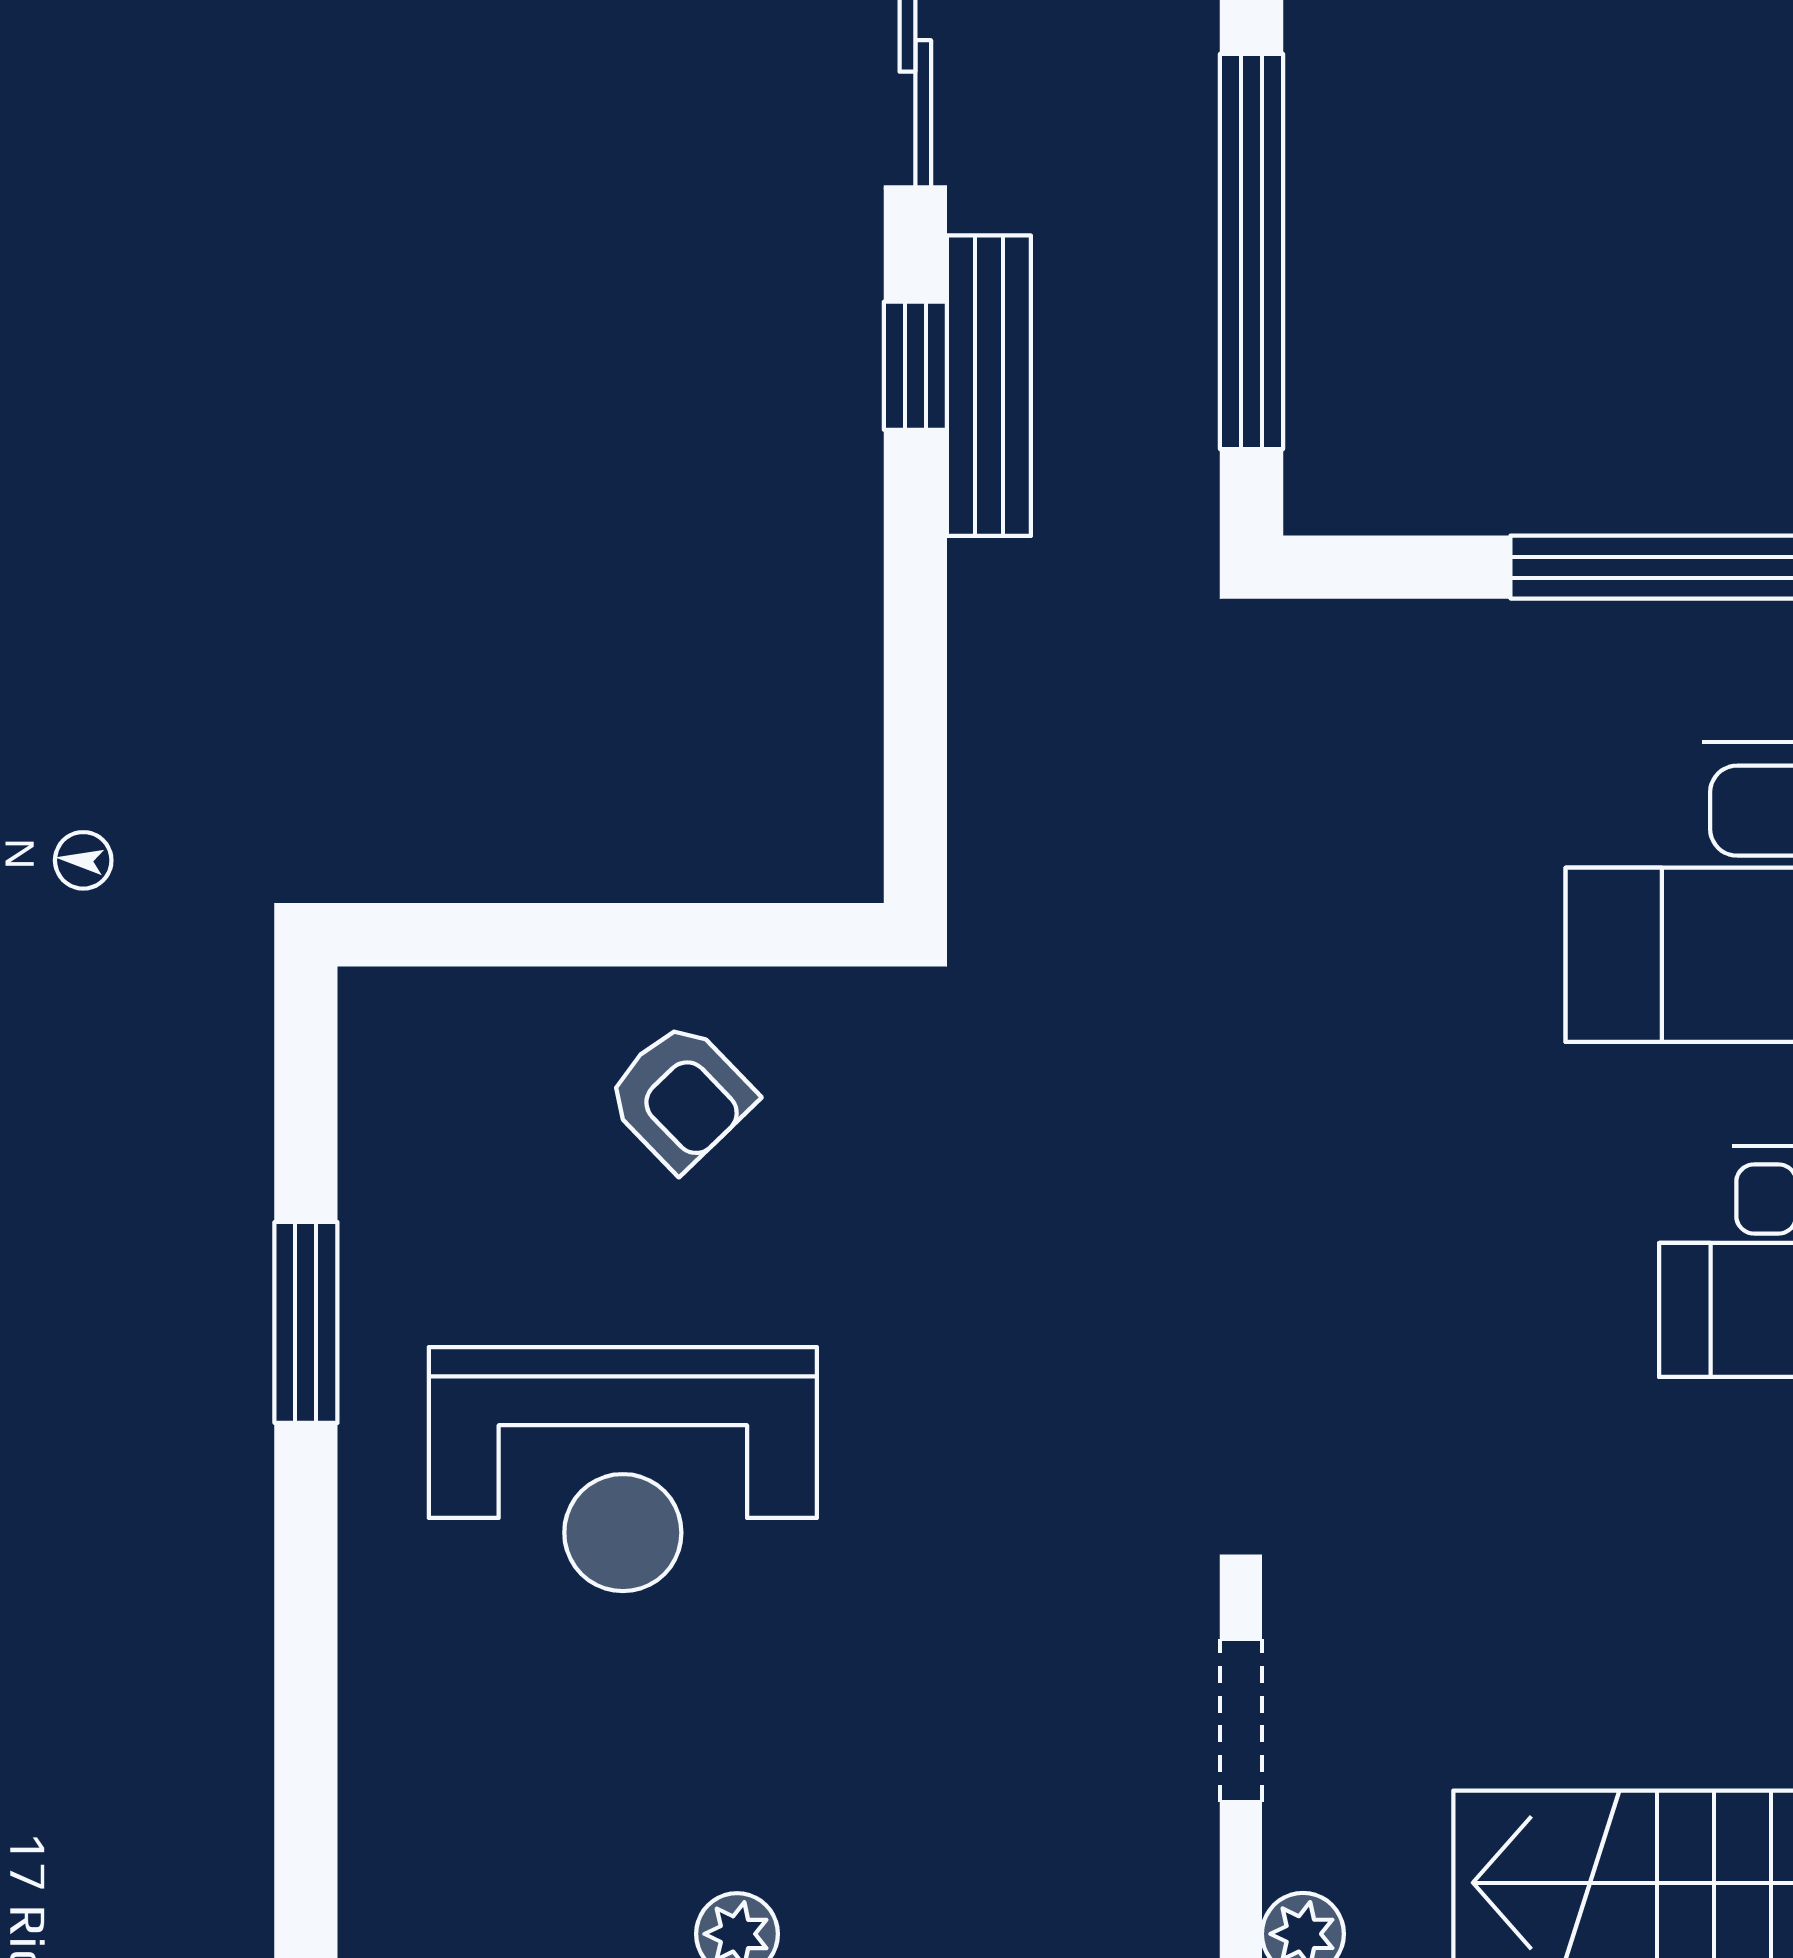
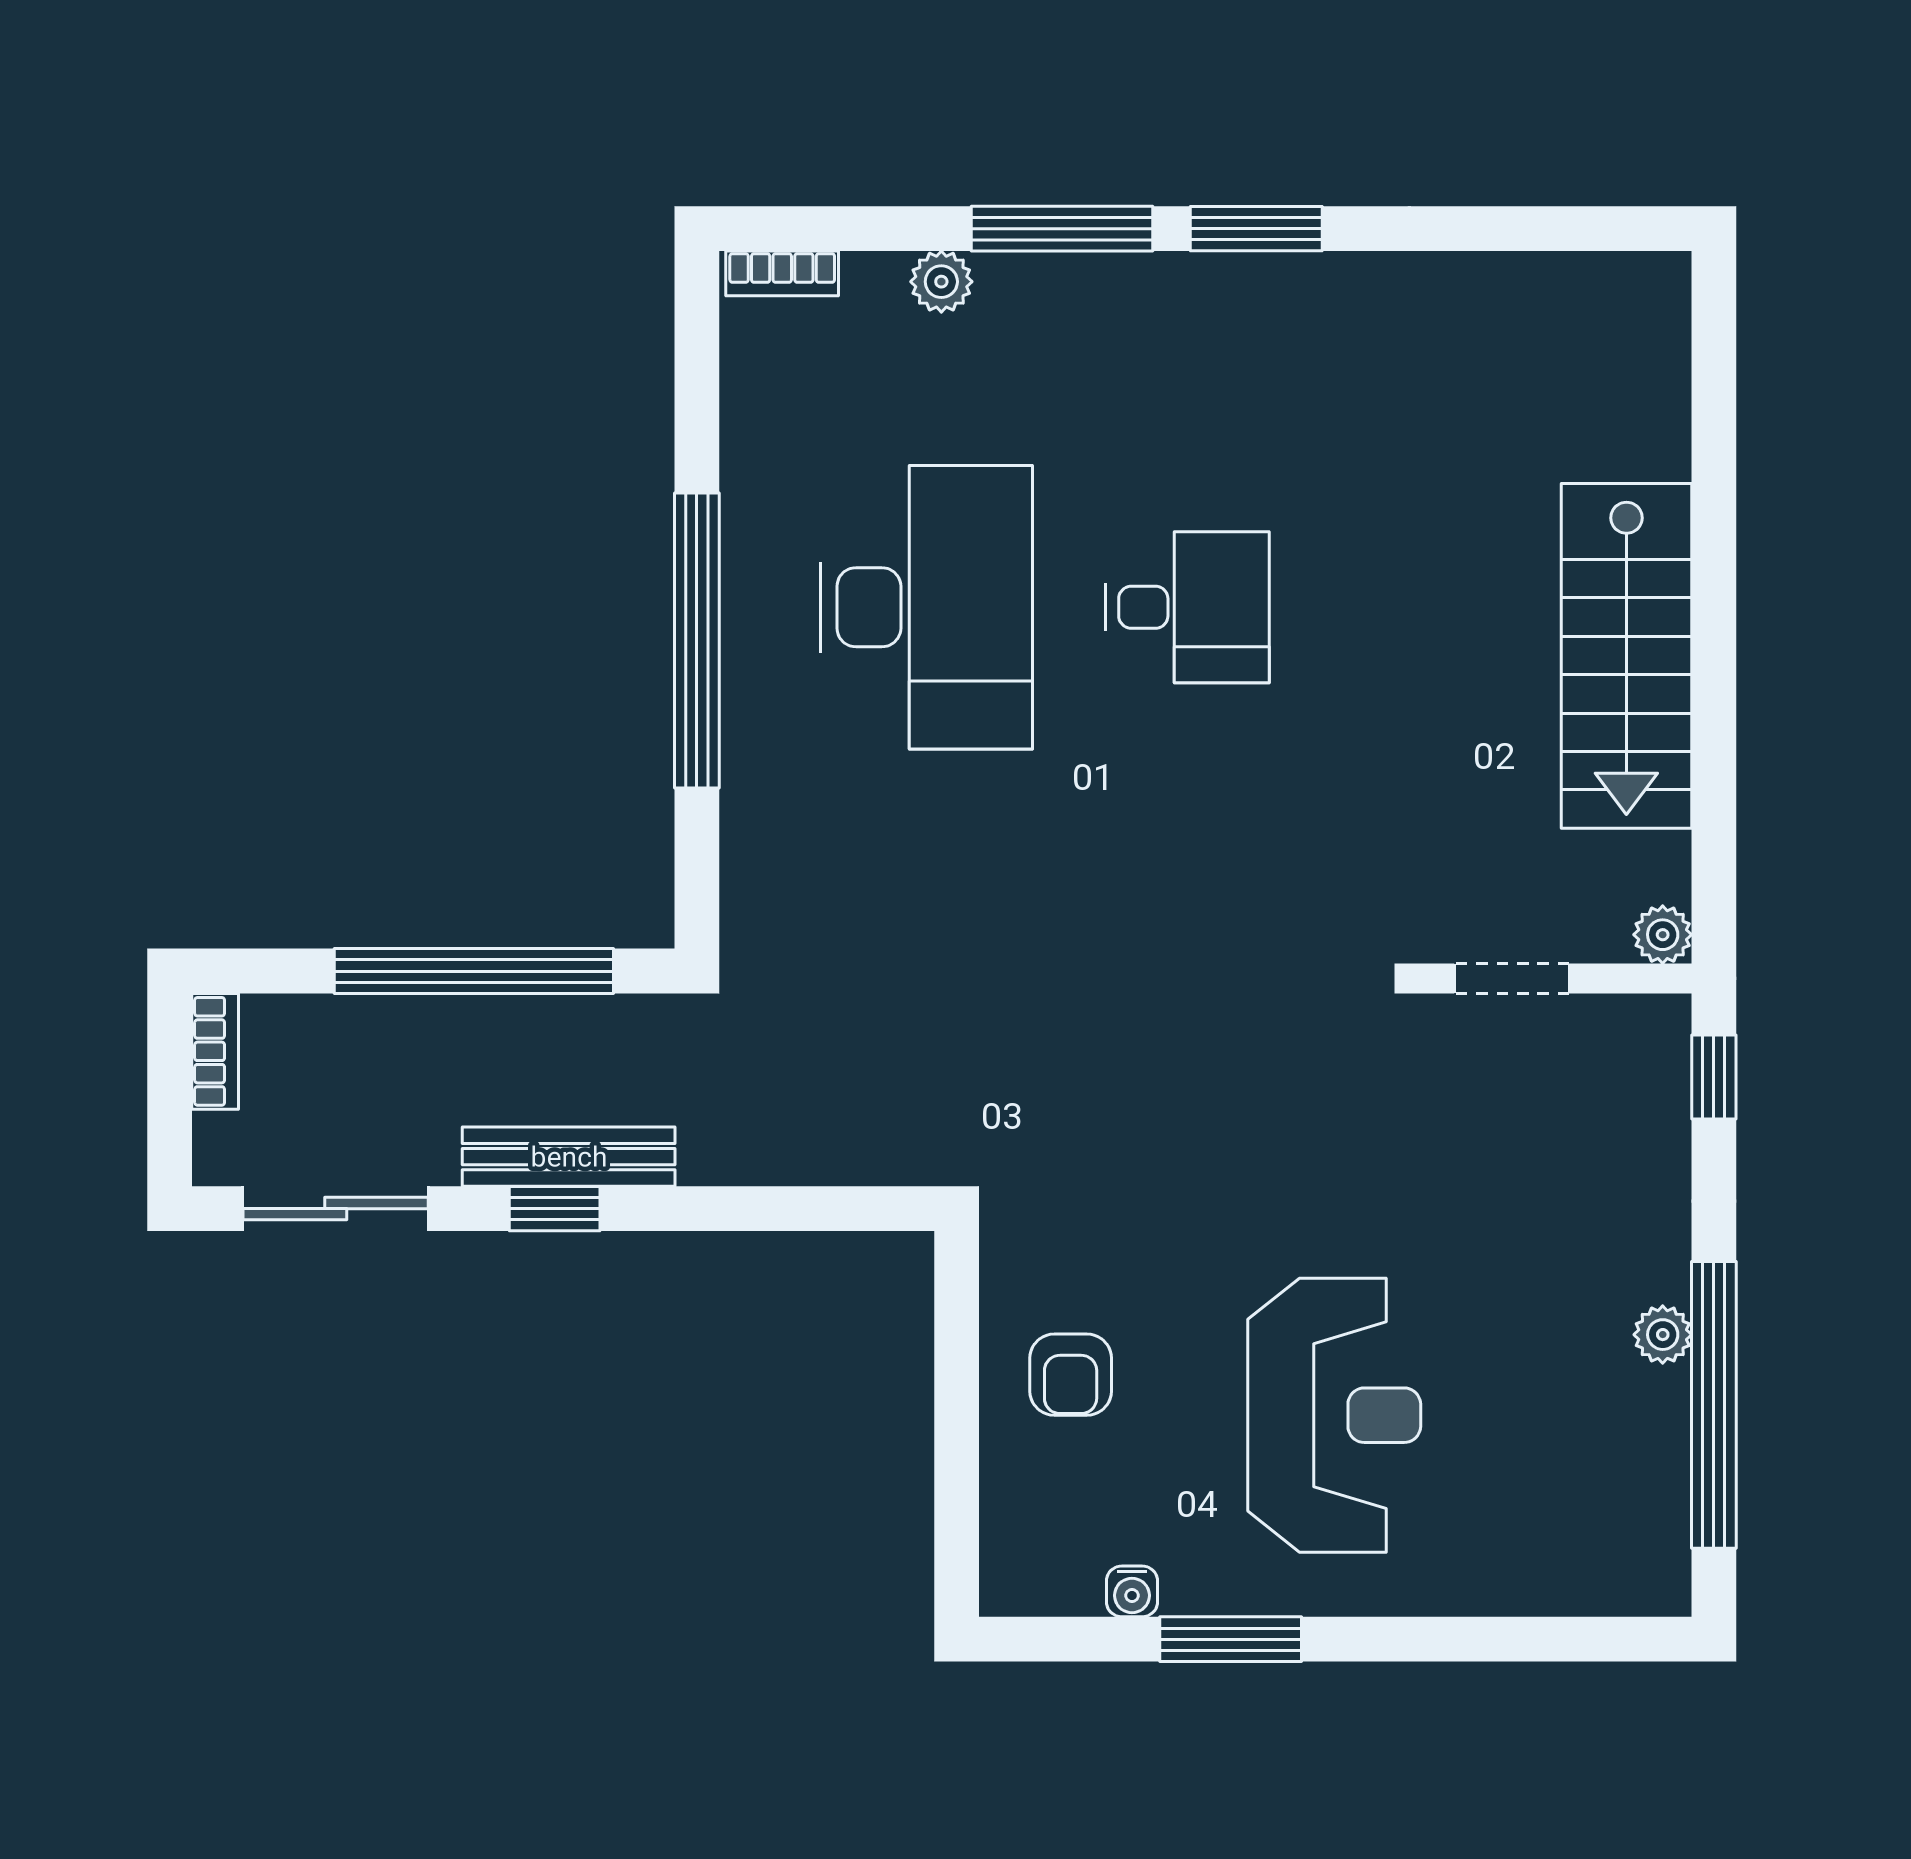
armchair: (680, 1096) -> (1071, 1375), turned 134
water cooler: (374, 1183) -> (1132, 1591), added

